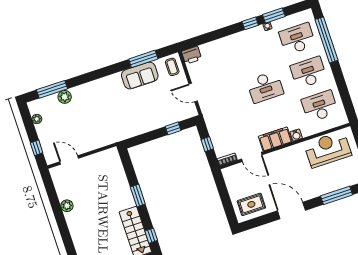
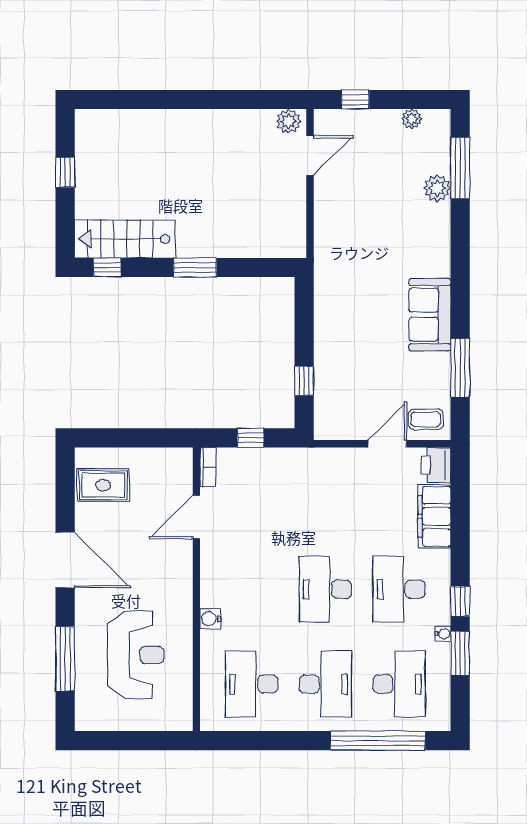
desk: (254, 53) -> (399, 589), added
sofa: (140, 76) -> (430, 315), moved
door: (193, 93) -> (387, 444), moved
desk: (320, 106) -> (252, 684), turned 180
filing cabinet: (275, 139) -> (434, 516), moved, turned 180
reception desk: (328, 149) -> (136, 655), moved
rug: (251, 204) -> (103, 485), turned 90
plant: (67, 206) -> (289, 121), moved
door: (291, 210) -> (65, 560), hinge flipped

